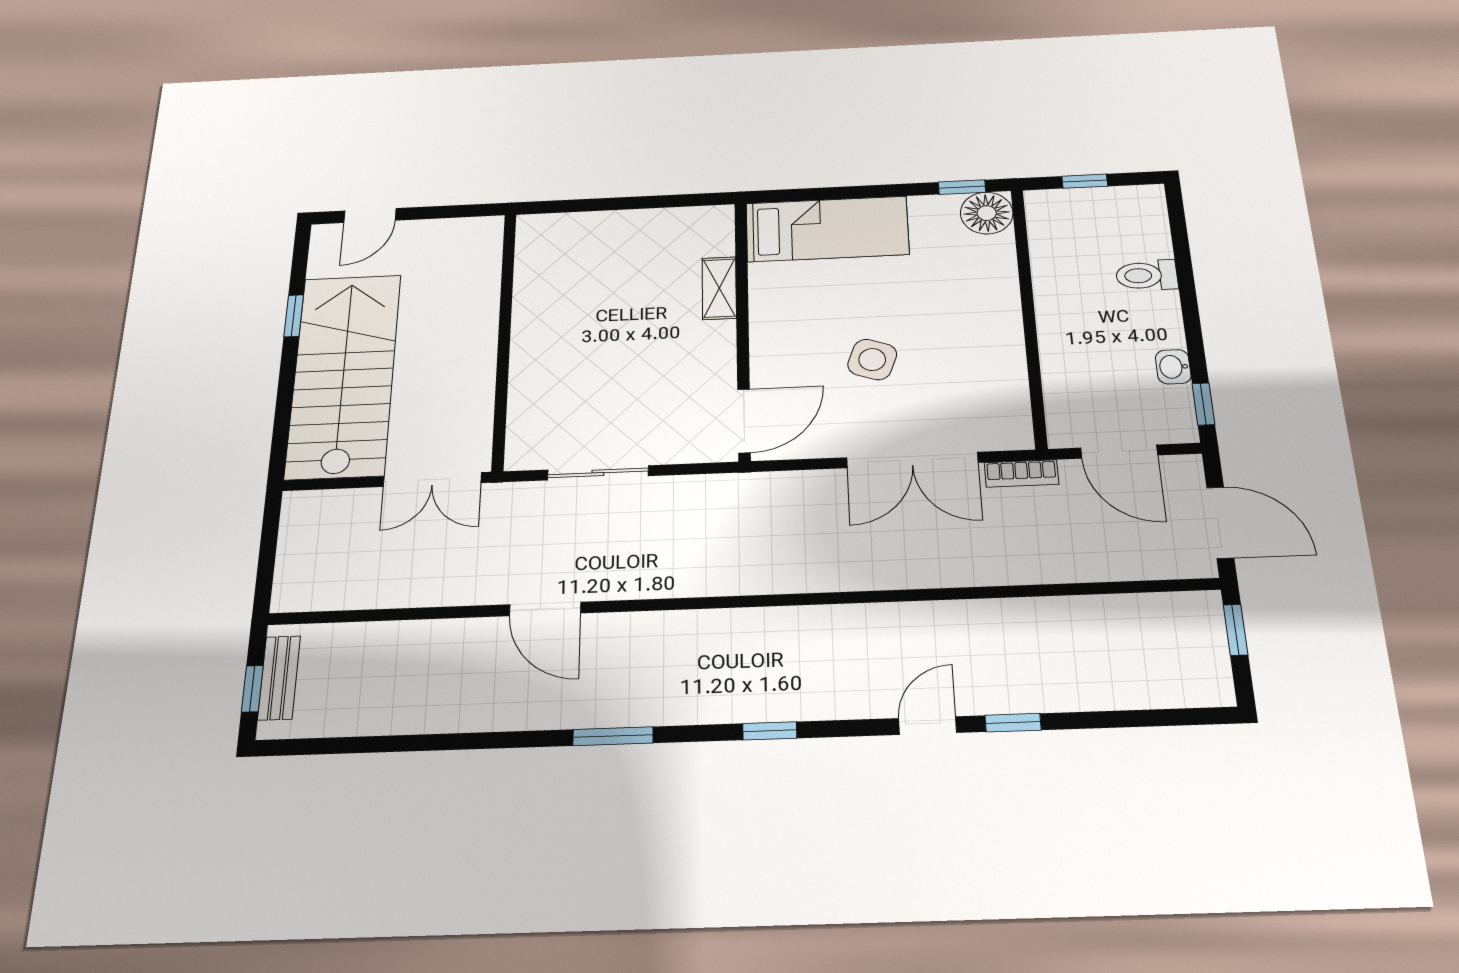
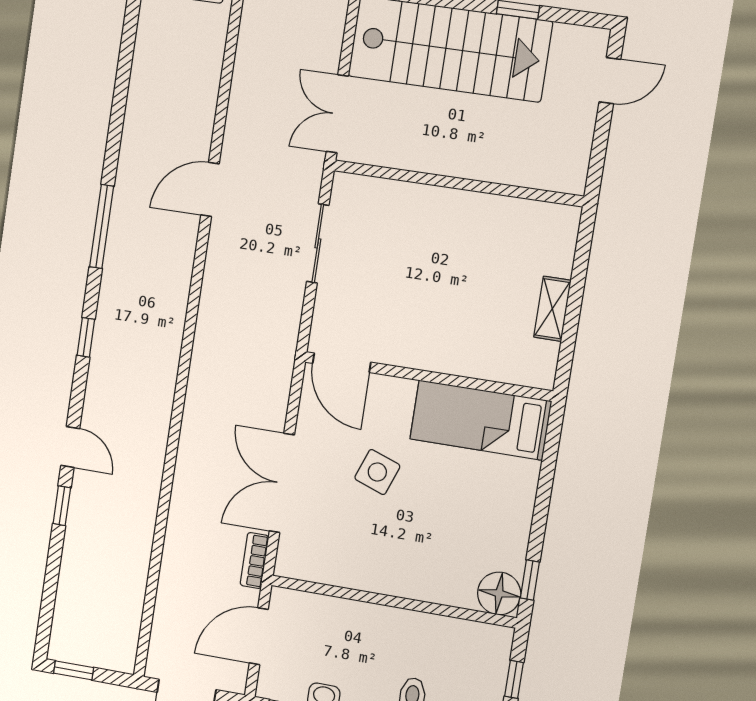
door: (370, 216) -> (610, 81), swing flipped
bed: (827, 229) -> (480, 420), moved, turned 90
shelving: (719, 288) -> (552, 309), moved, turned 90
window: (1236, 630) -> (74, 670), moved
window: (613, 736) -> (102, 226), width x1.44

